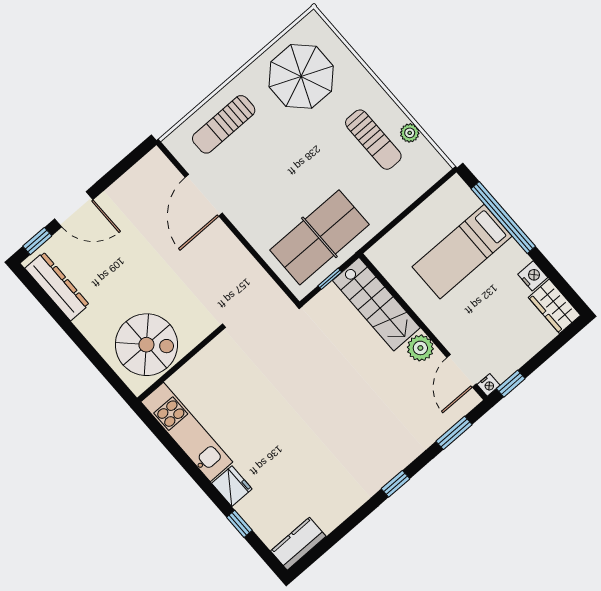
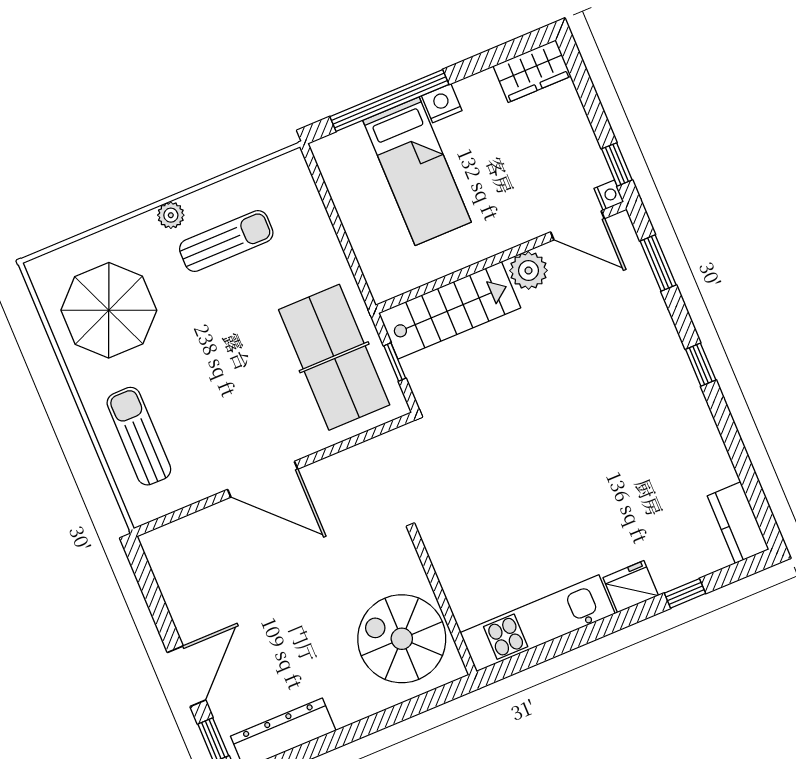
sun lounger: (224, 124) -> (139, 436), turned 180
plant: (410, 133) -> (171, 215), moved
door: (204, 195) -> (263, 479), moved
nightstand: (533, 276) -> (442, 103), moved
spiral stairs: (146, 345) -> (402, 639), turned -90

